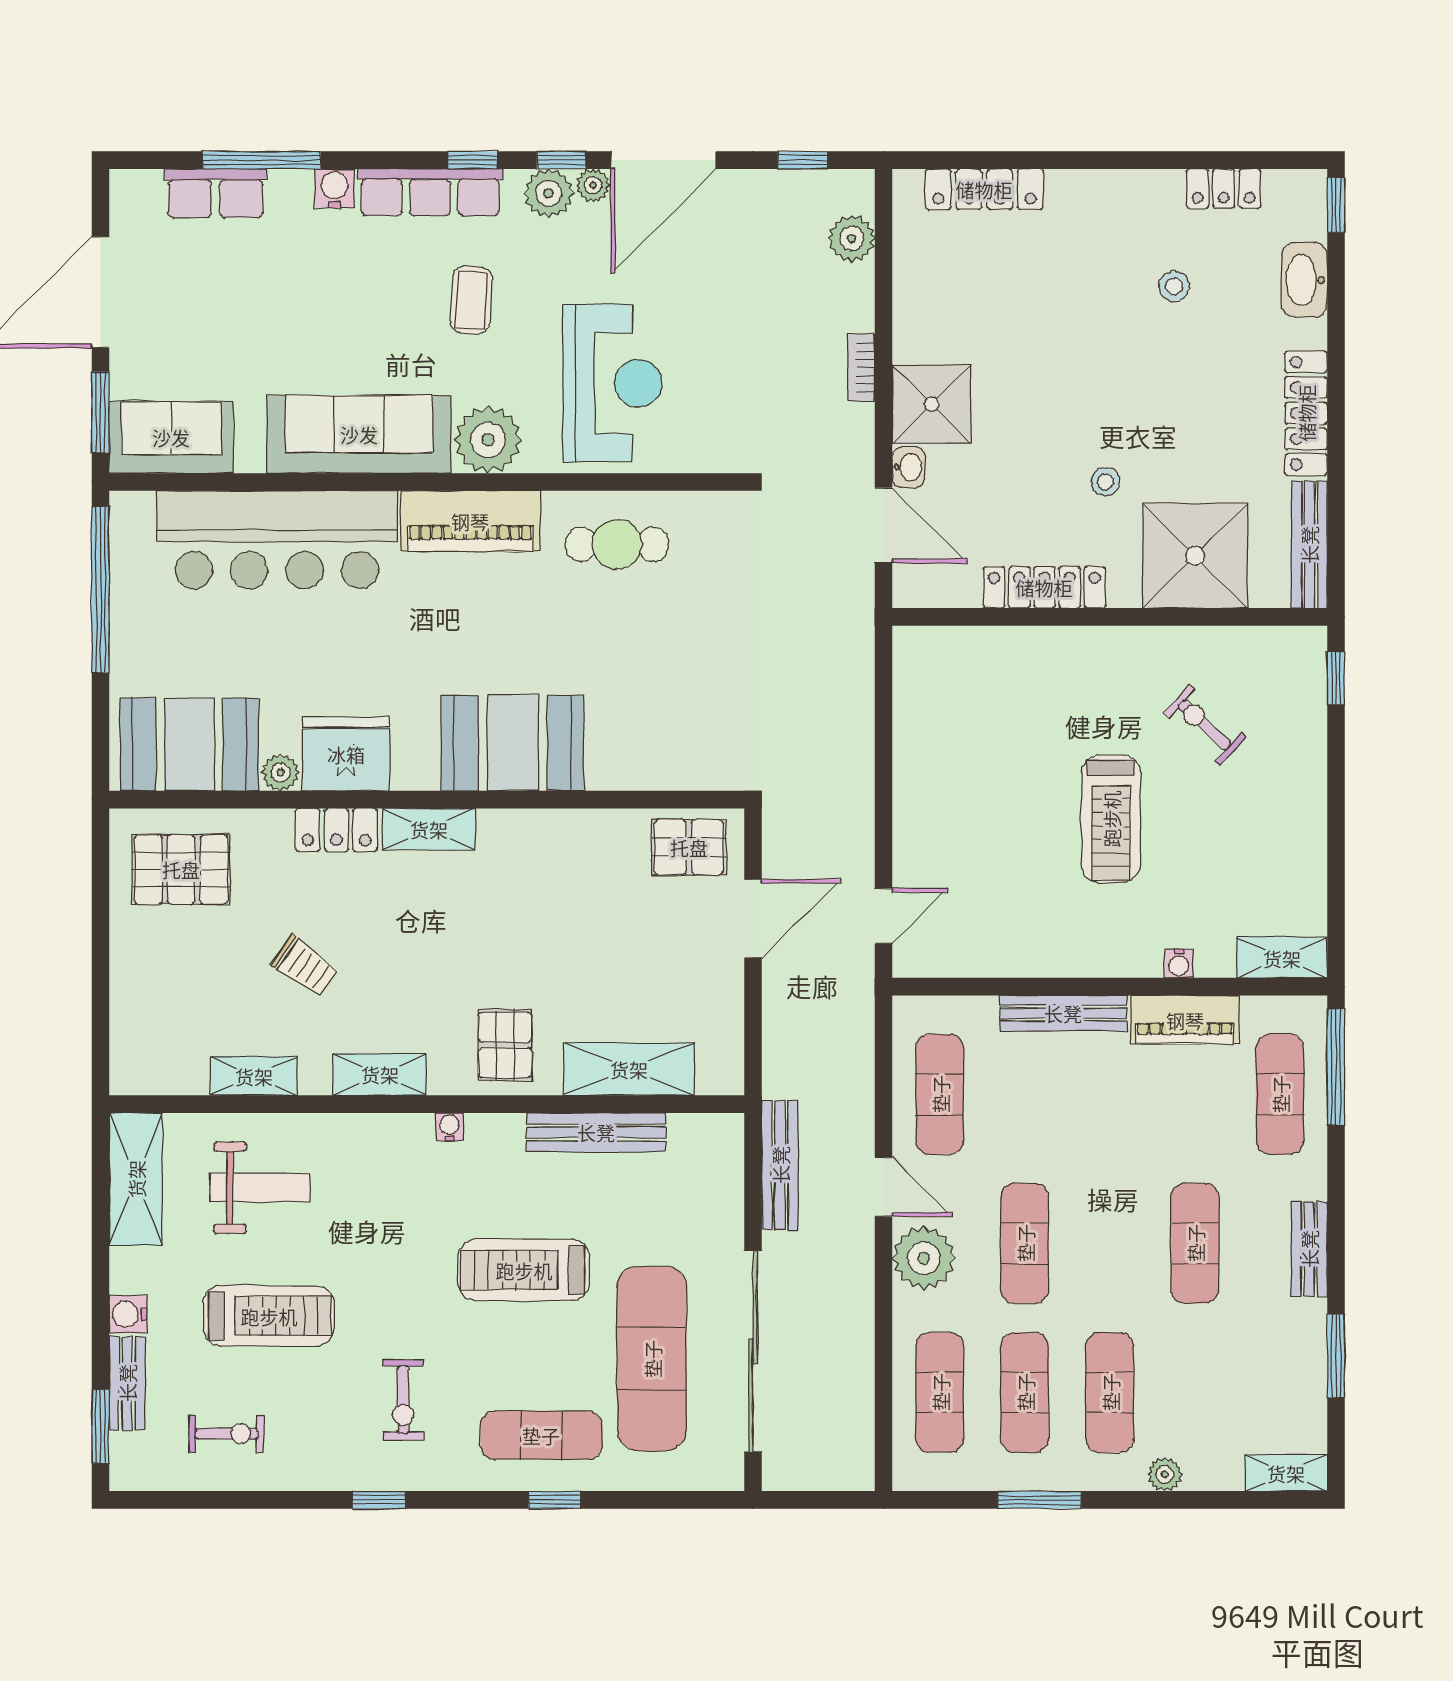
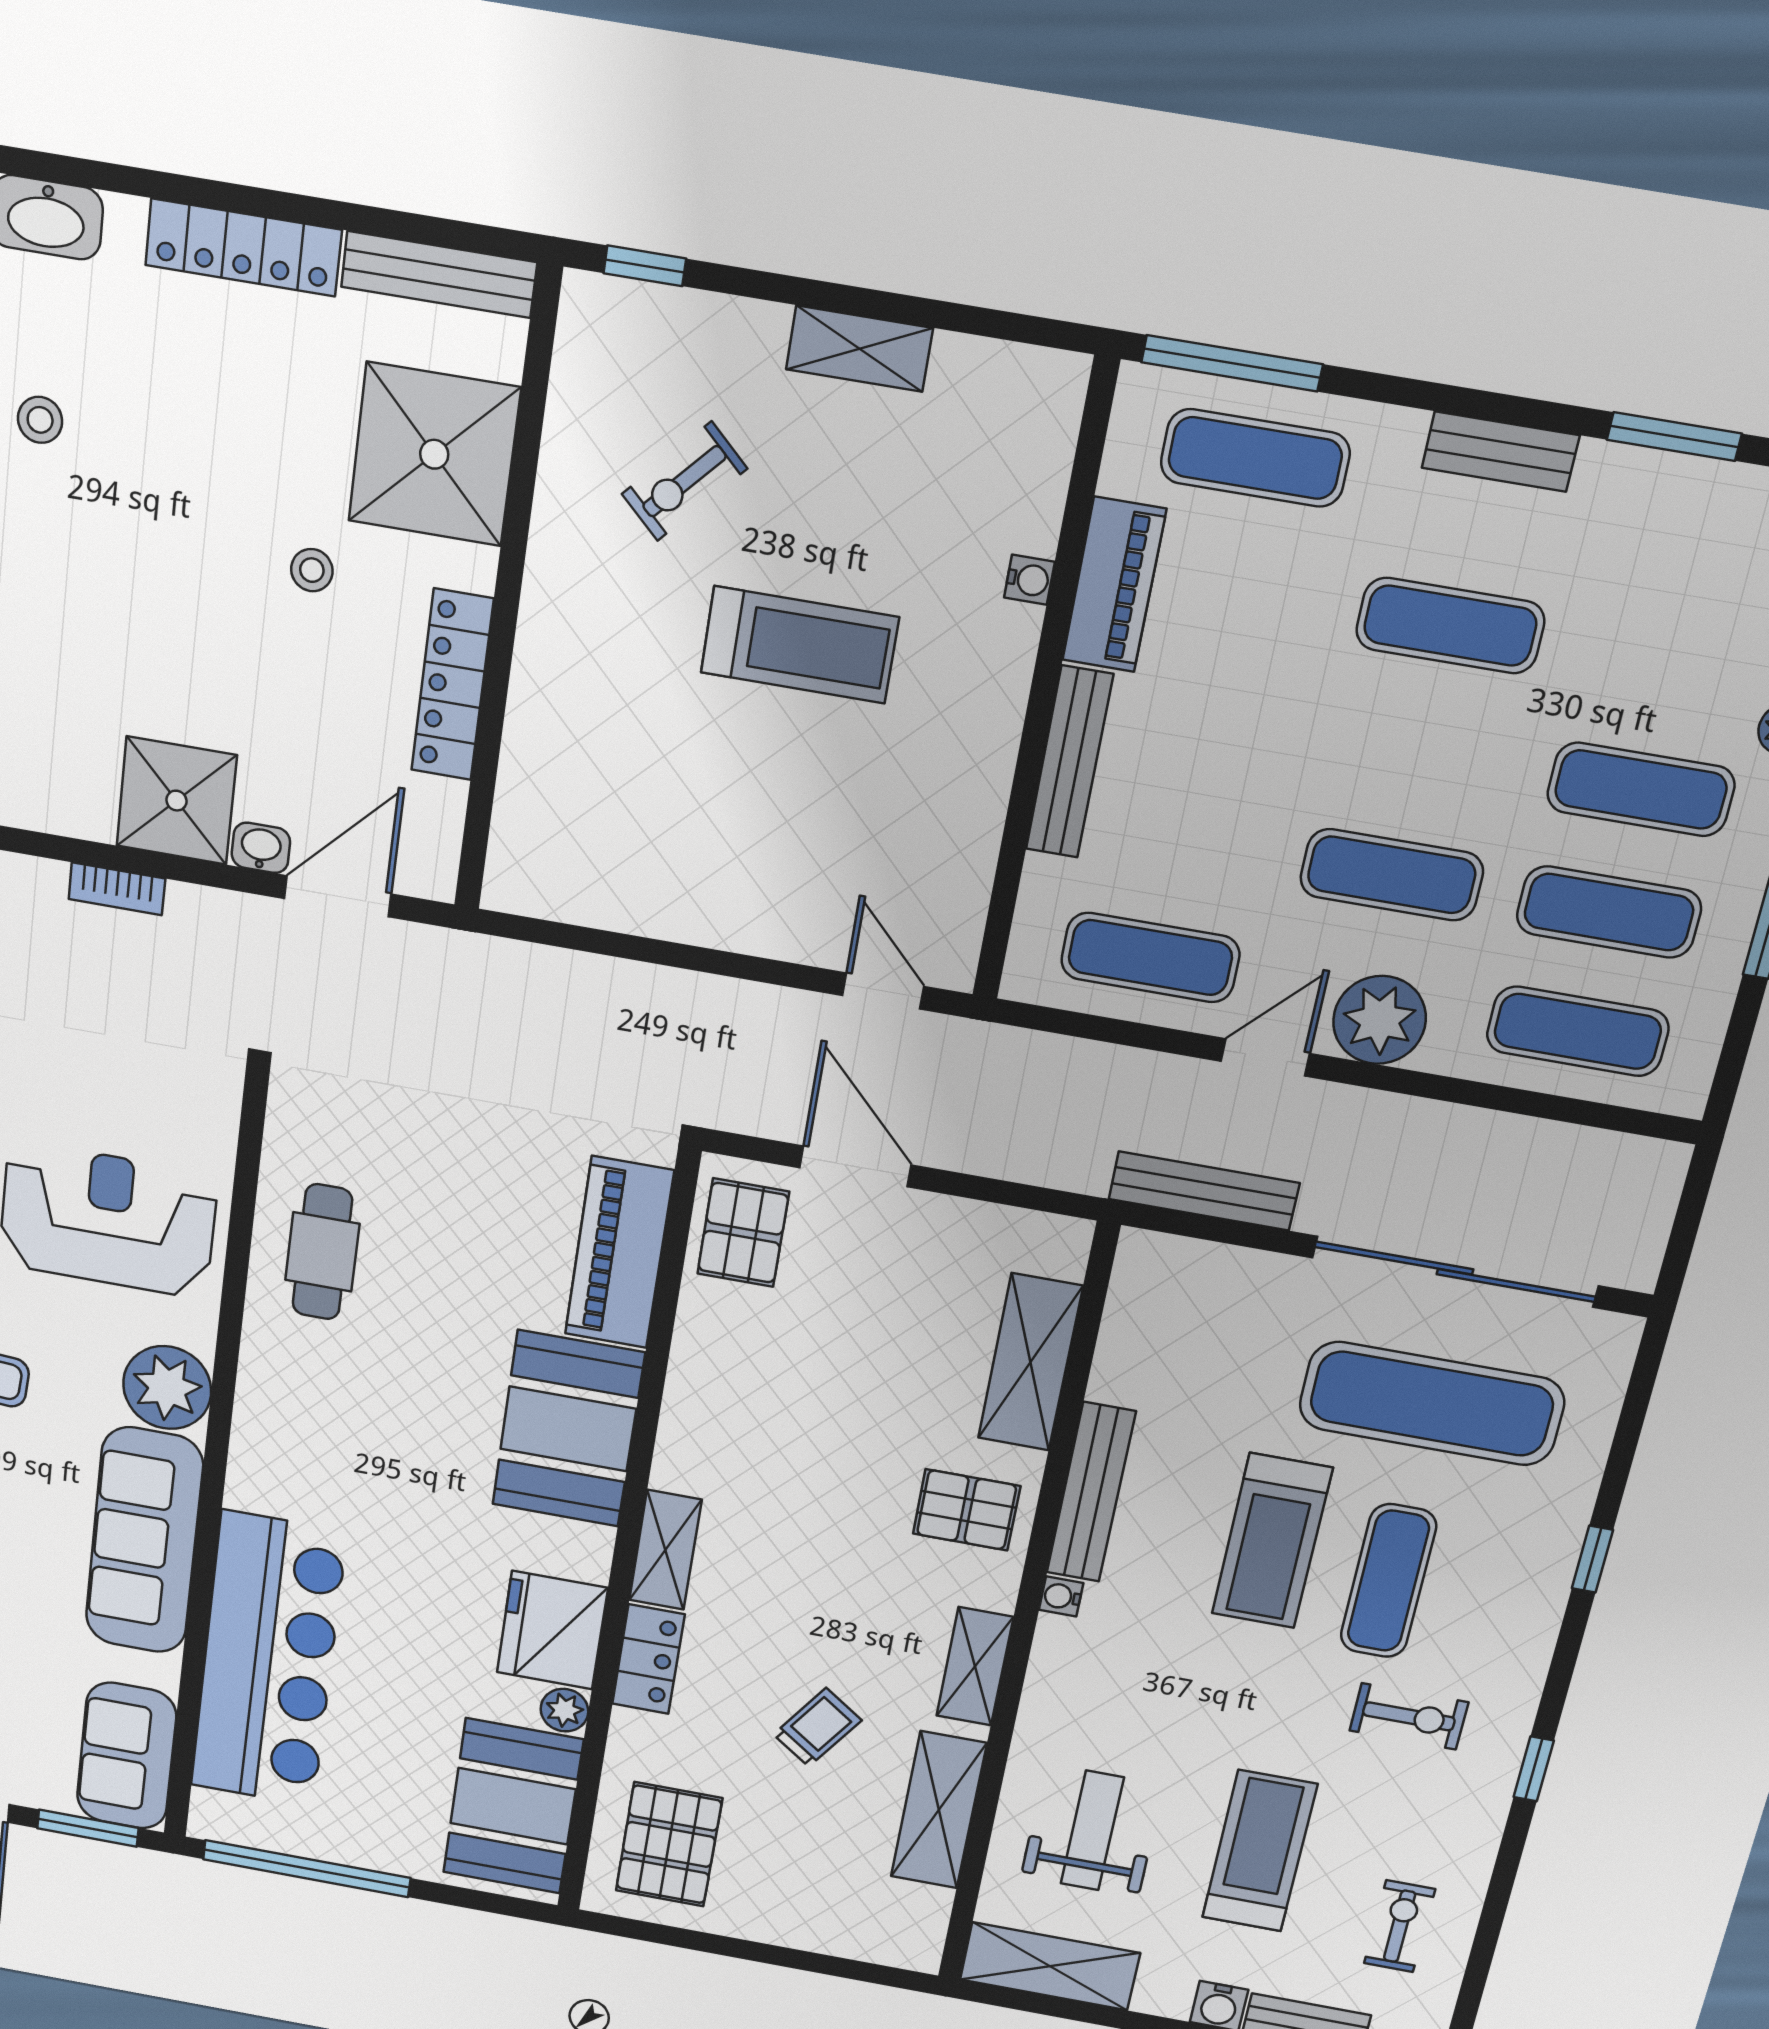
piano: (470, 521) -> (619, 1253), moved, turned 180
shelving: (1282, 958) -> (859, 349), moved, turned 90
shelving: (254, 1076) -> (939, 1810), width x1.50, depth x1.33
bench: (596, 1132) -> (1091, 1492), moved
exercise mat: (541, 1435) -> (1388, 1581), moved

